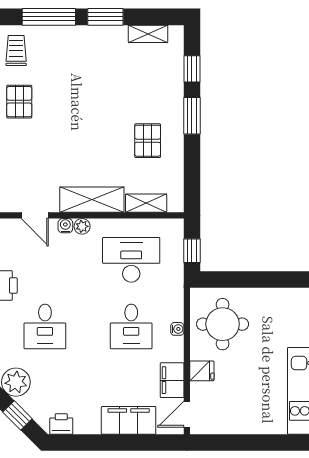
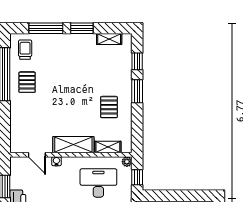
plant: (82, 226) -> (127, 162), moved

